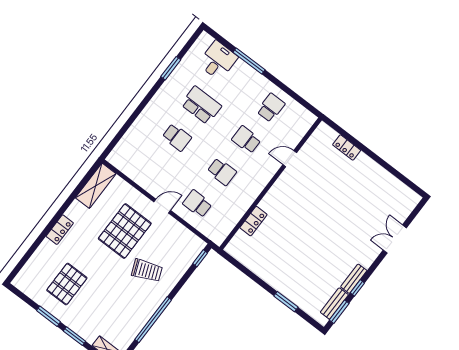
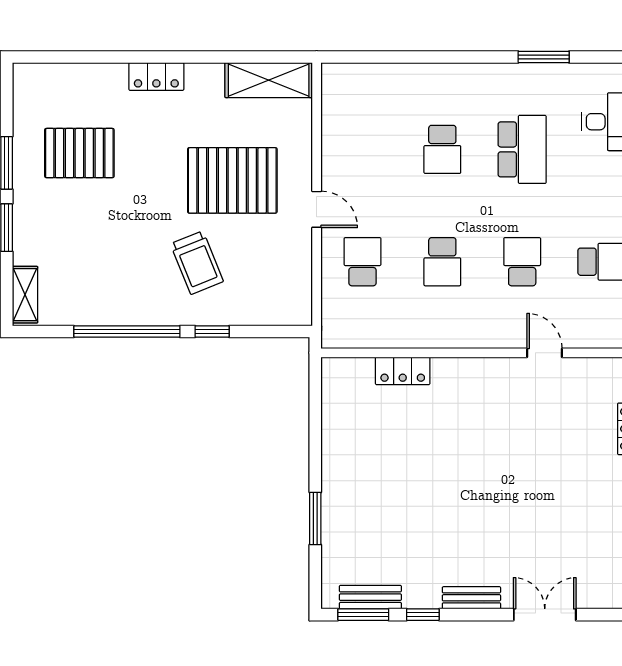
window: (200, 258) -> (212, 332), moved
bench: (354, 279) -> (471, 598), moved

